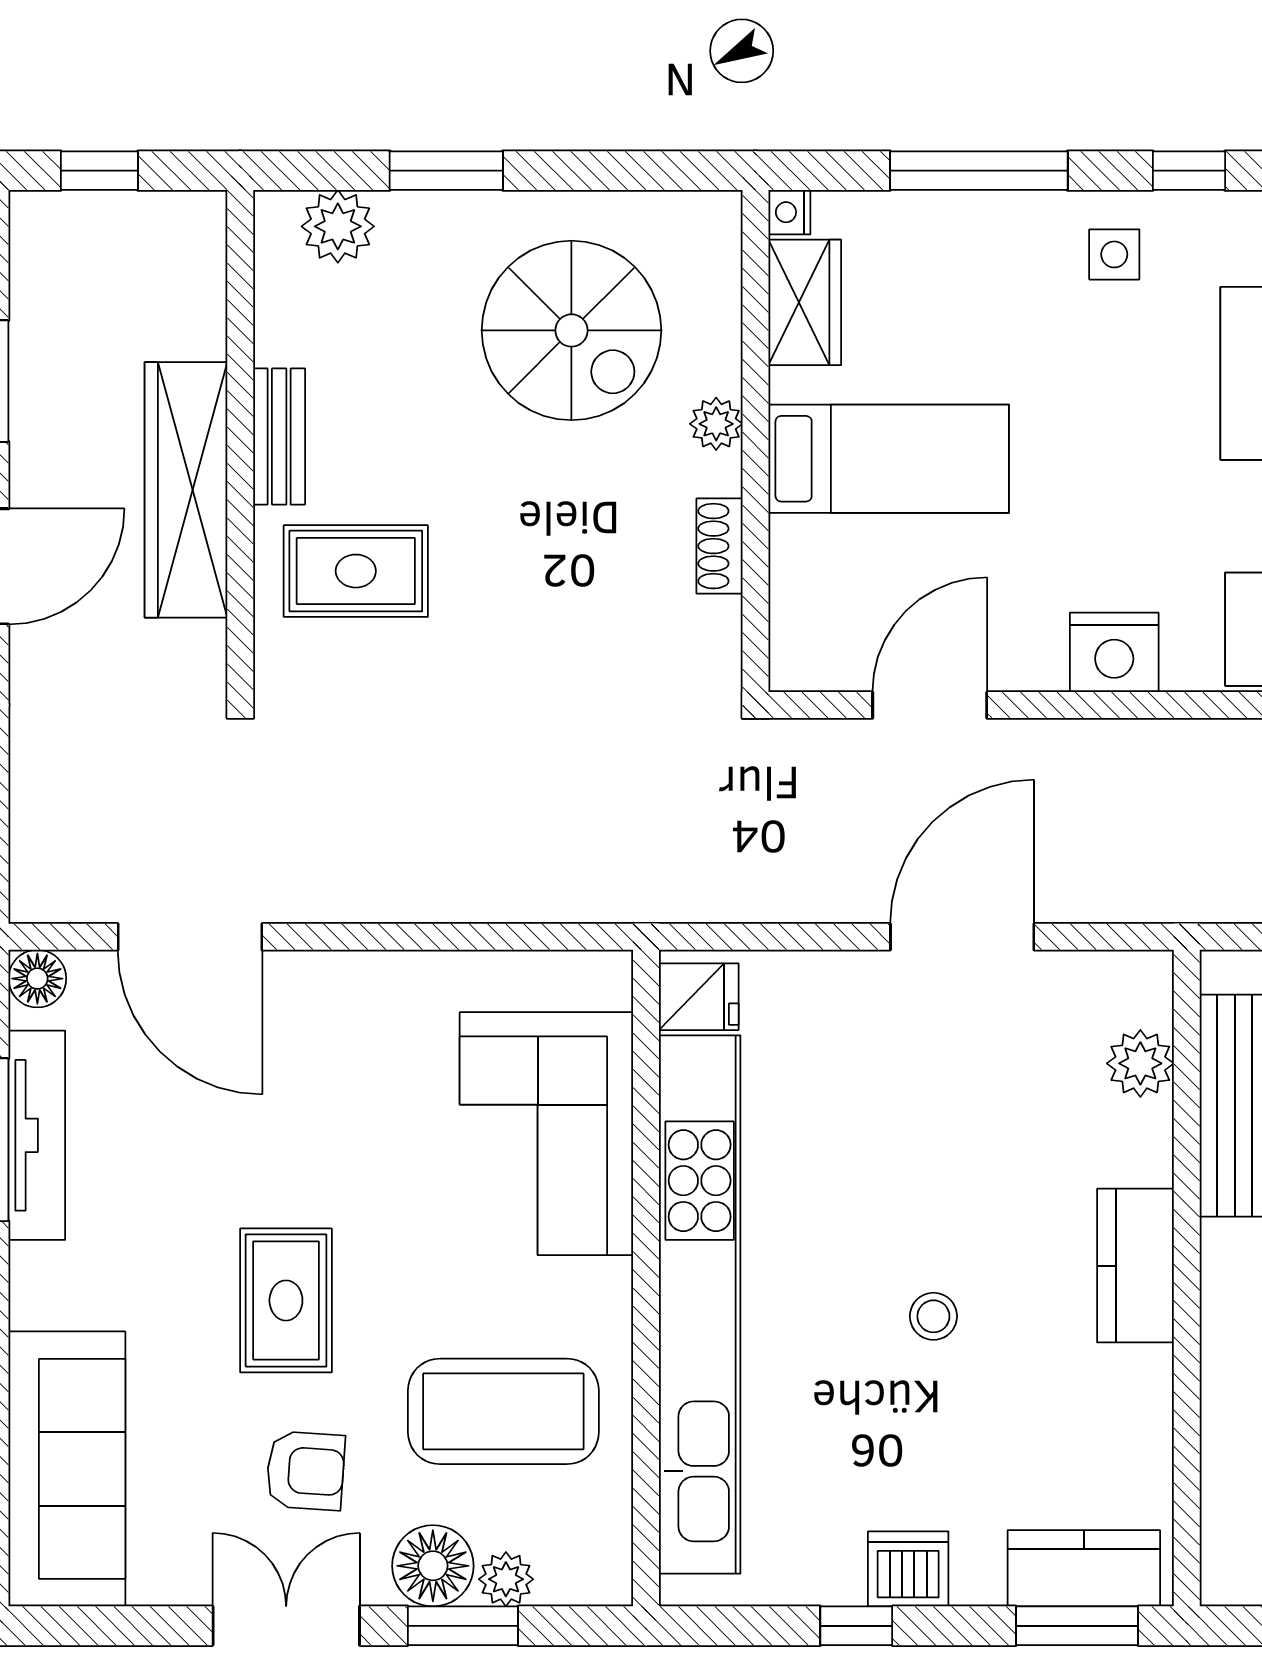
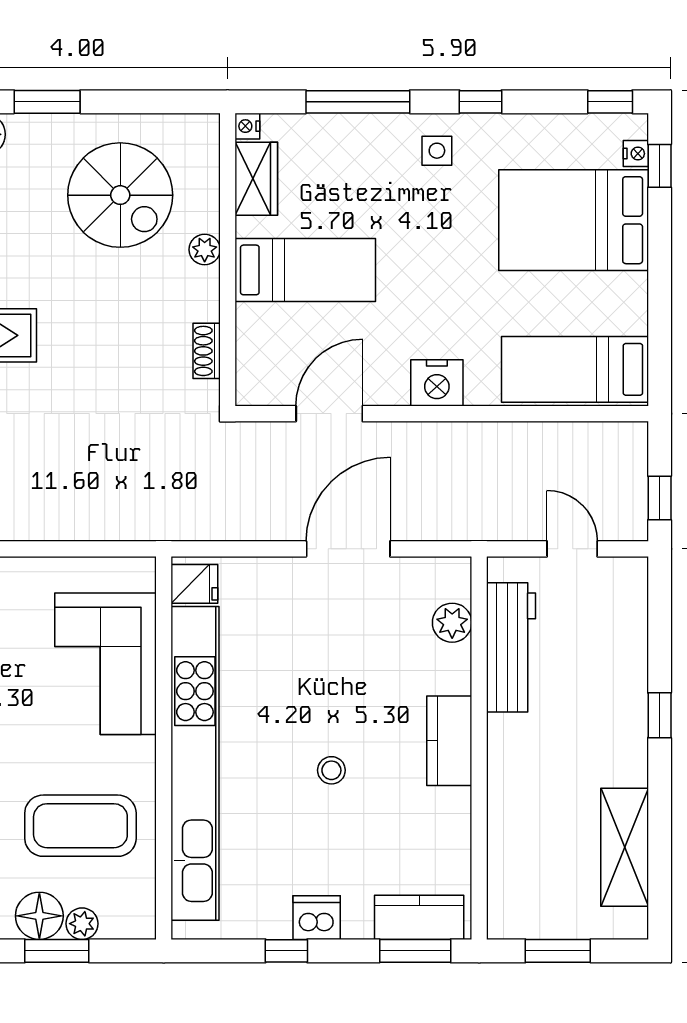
shoe rack: (719, 546) -> (207, 351), moved

